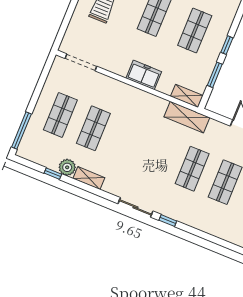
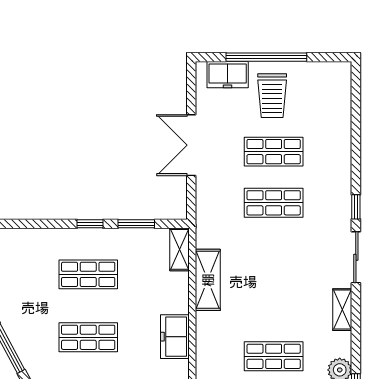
freezer: (144, 75) -> (175, 337), moved
shelving: (187, 117) -> (208, 280), moved
shelving: (89, 178) -> (342, 310), moved

